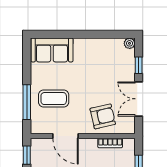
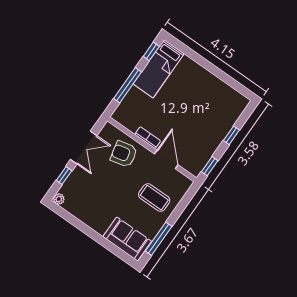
window: (27, 102) -> (159, 239), moved
bookcase: (110, 143) -> (148, 138), moved

